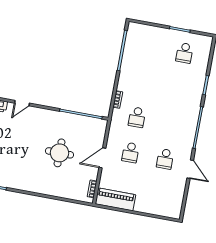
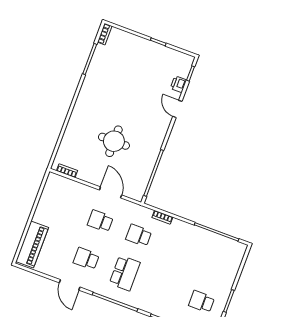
school desk: (172, 124) -> (125, 273), added
door: (102, 158) -> (111, 192), moved
door: (190, 169) -> (70, 285), hinge flipped
piano: (115, 199) -> (32, 244), moved

